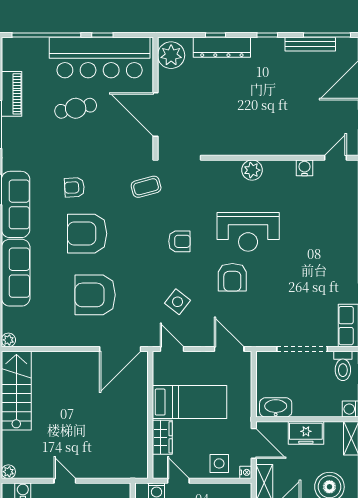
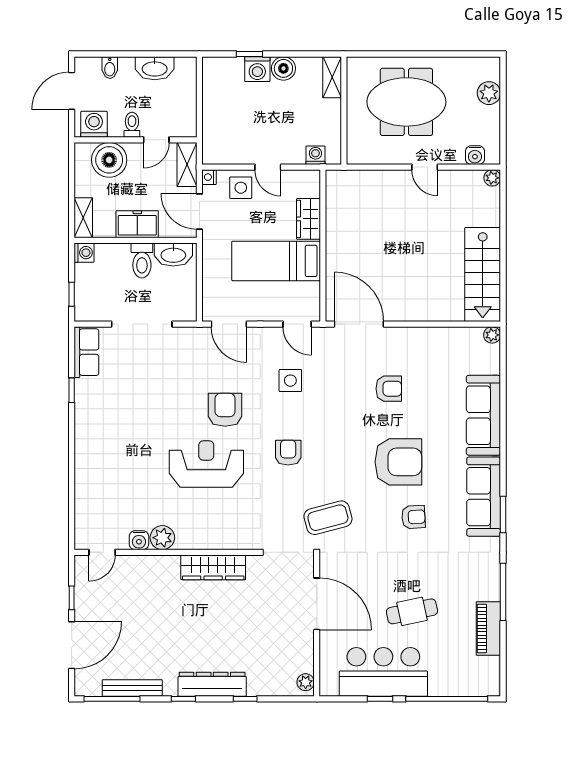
dresser: (222, 47) -> (212, 684), moved
plant: (171, 55) -> (306, 682), width x0.53, depth x0.53
bar counter: (100, 57) -> (383, 672), width x0.73
wardrobe: (242, 145) -> (213, 567), added
plant: (252, 170) -> (162, 538), moved
coffee table: (146, 187) -> (328, 518), width x1.36, depth x1.30
armchair: (179, 241) -> (288, 453), turned 90
armchair: (95, 295) -> (389, 389), width x0.53, depth x0.53
side table: (178, 302) -> (290, 381), turned -38
door: (120, 349) -> (359, 324), hinge flipped
toilet: (343, 366) -> (142, 260), moved, turned 180
door: (178, 481) -> (268, 167), moved

